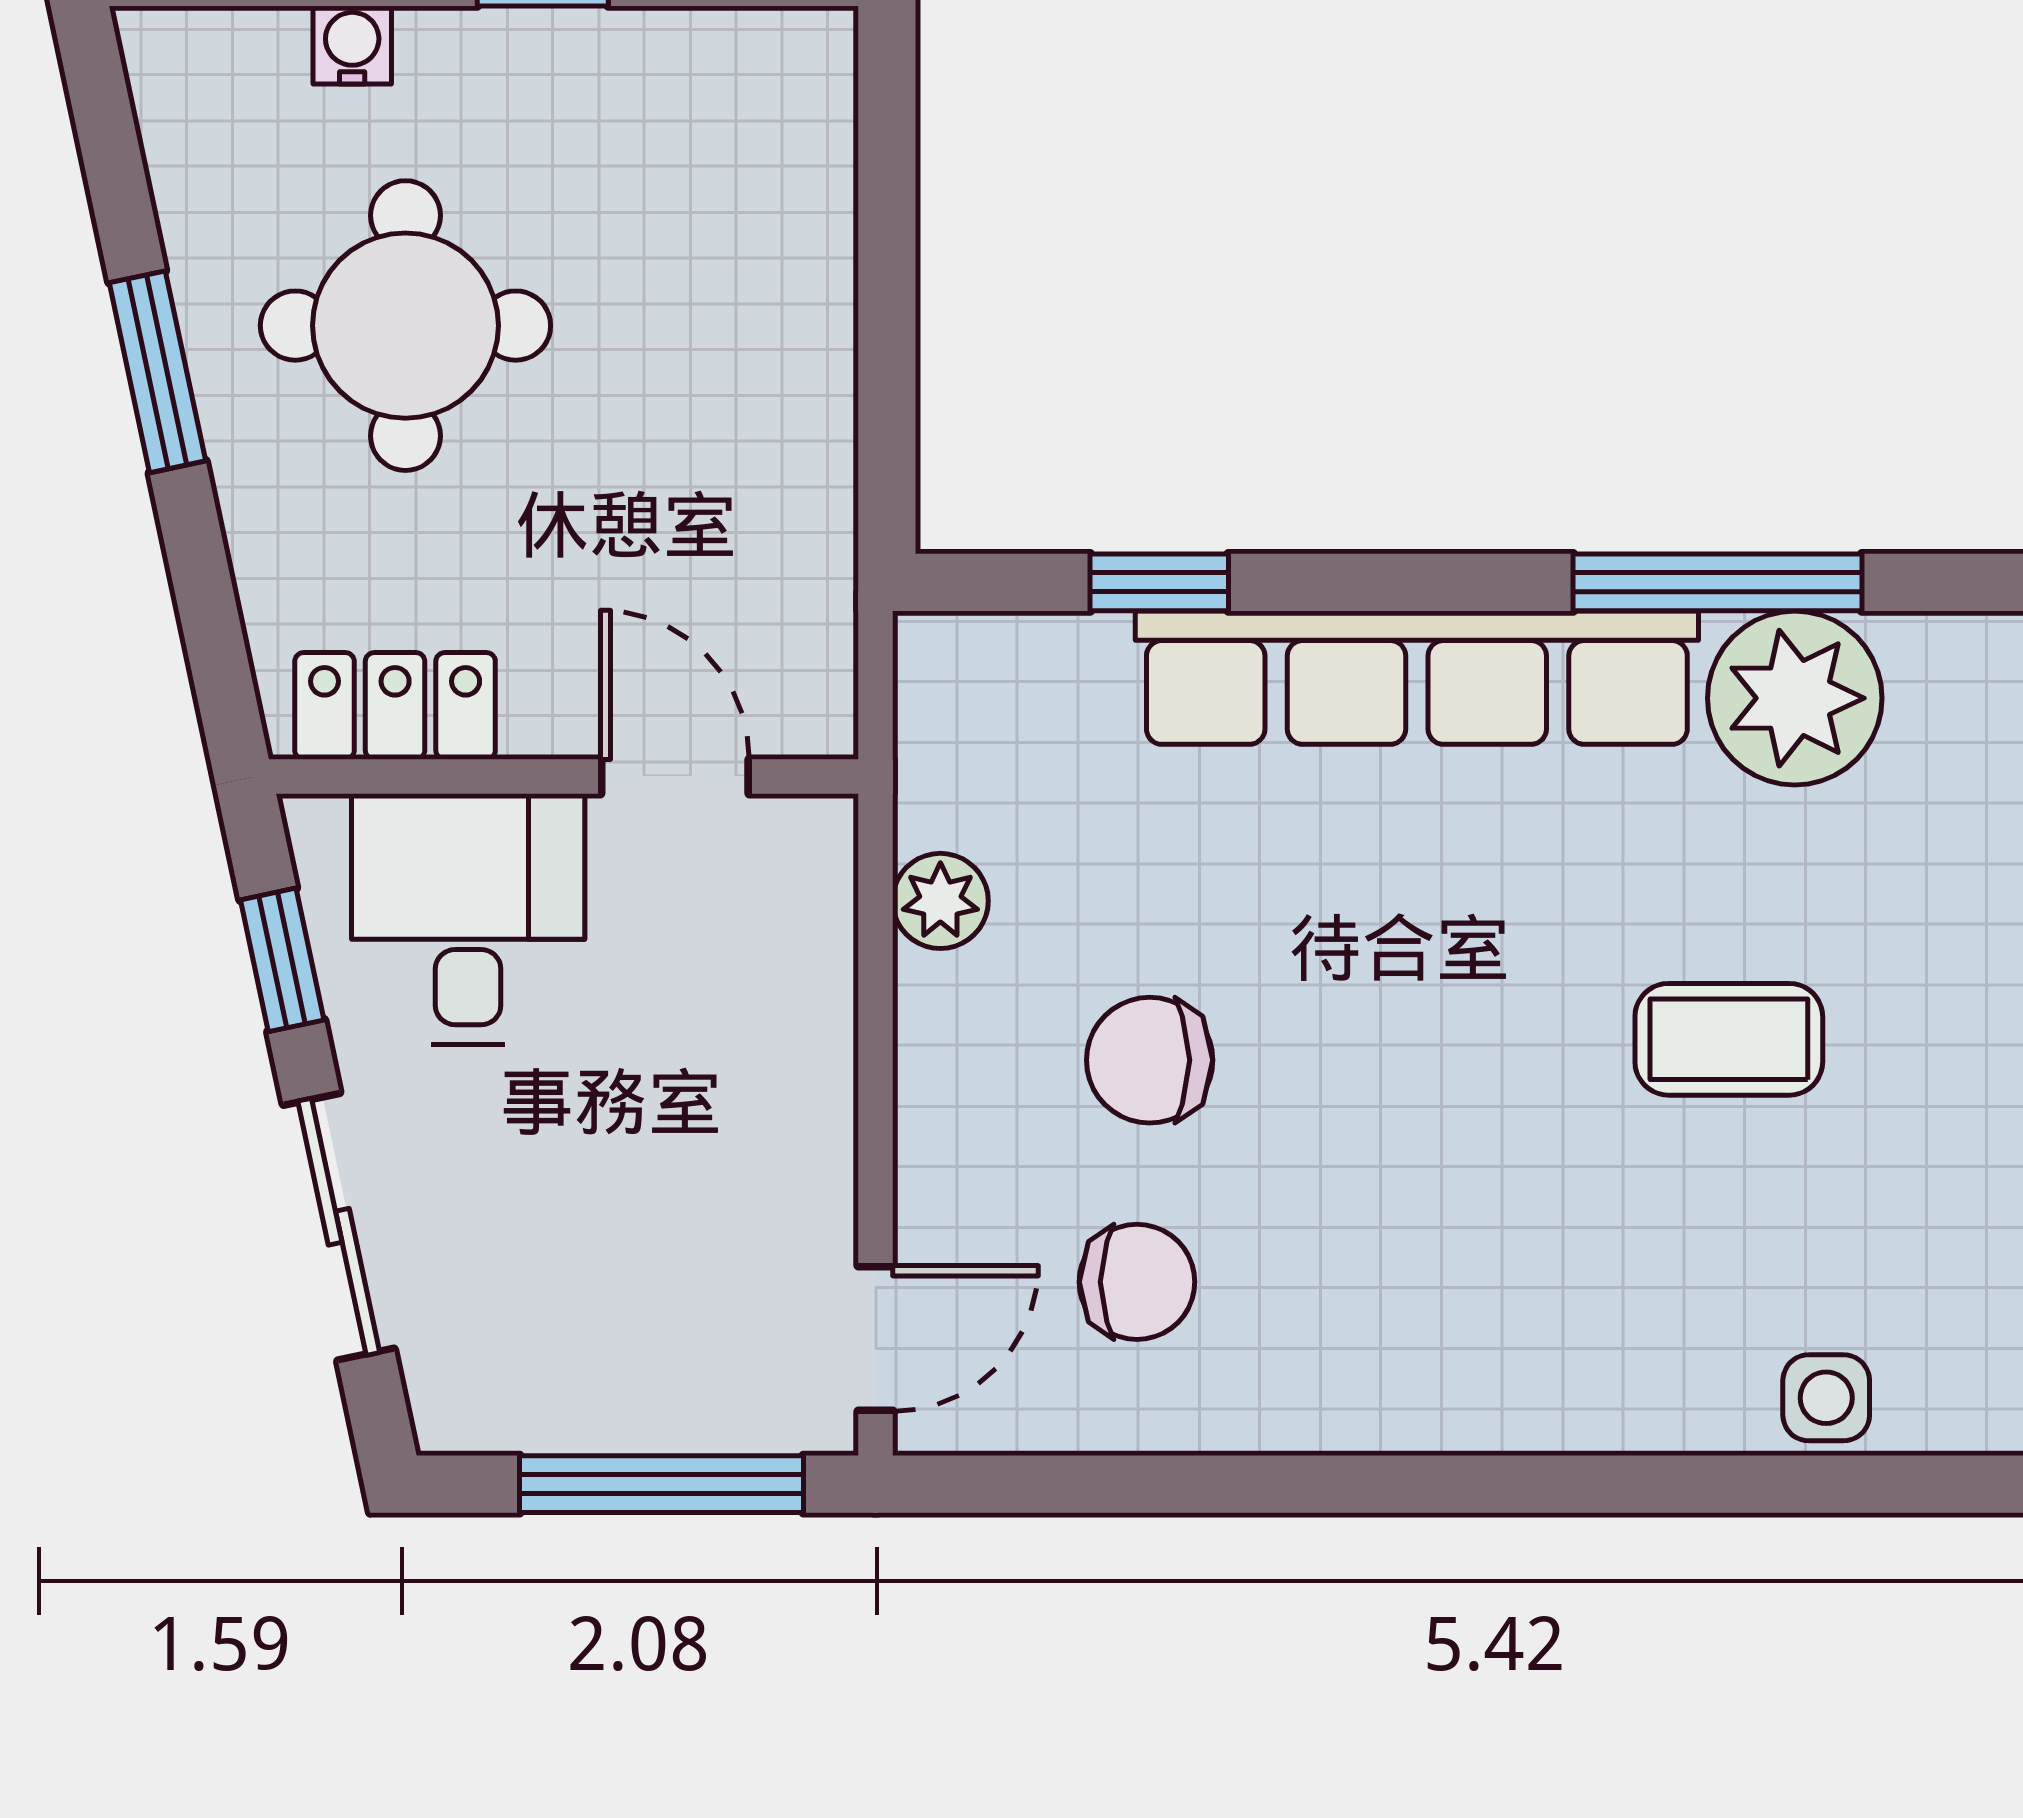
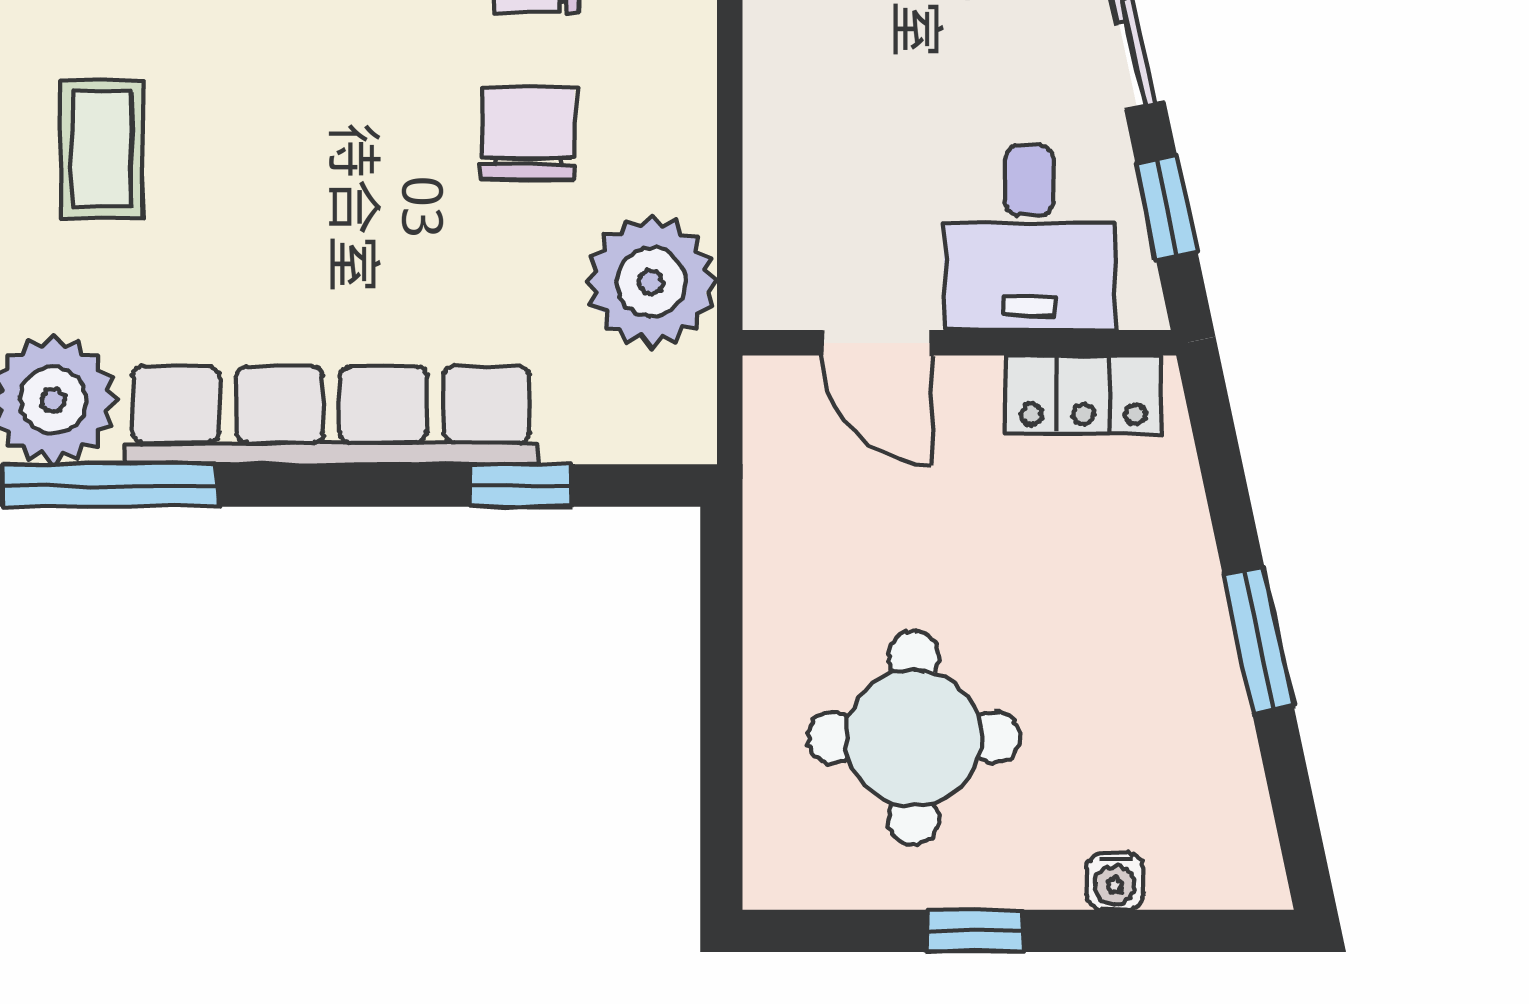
round table: (405, 326) -> (914, 738), moved
plant: (940, 901) -> (651, 282), width x1.87, depth x1.87
coffee table: (1729, 1039) -> (102, 149), turned 90
chair: (1150, 1060) -> (528, 134), turned -90

